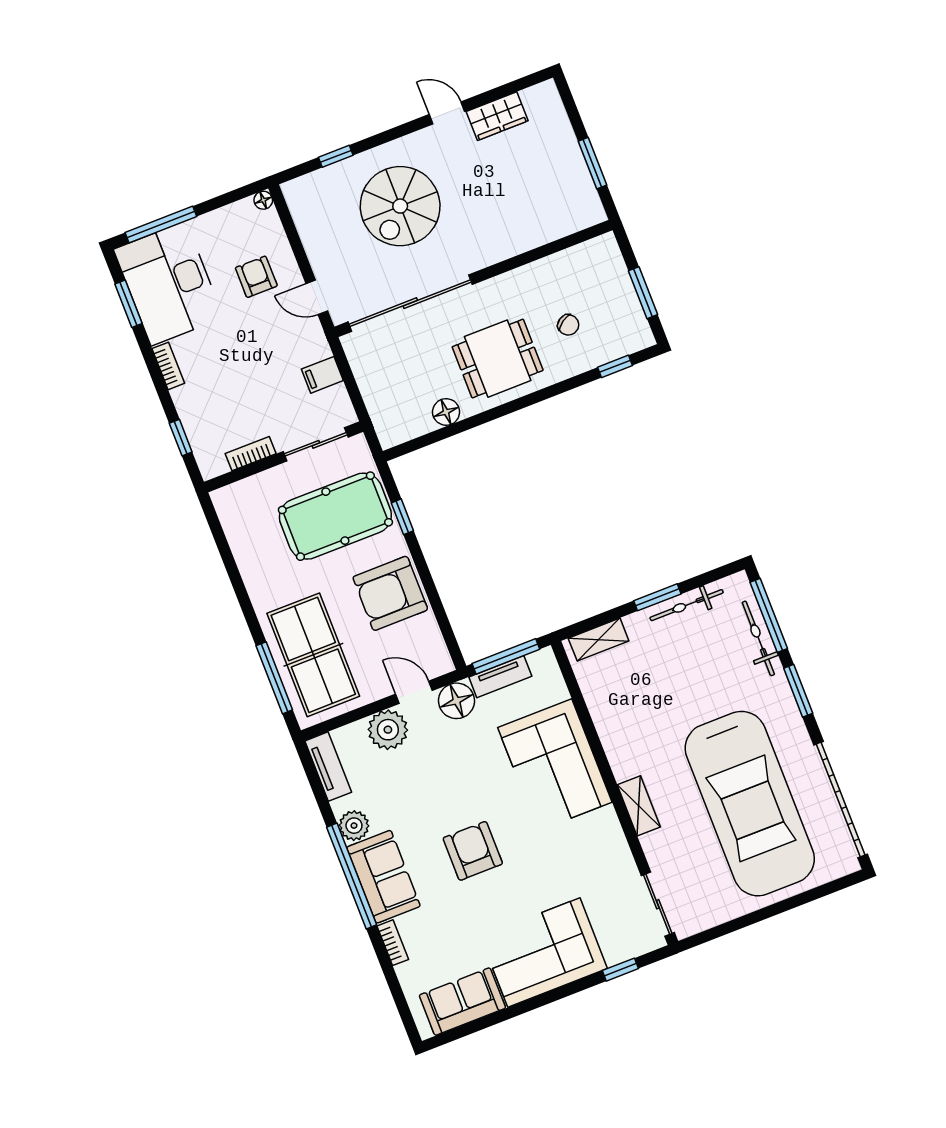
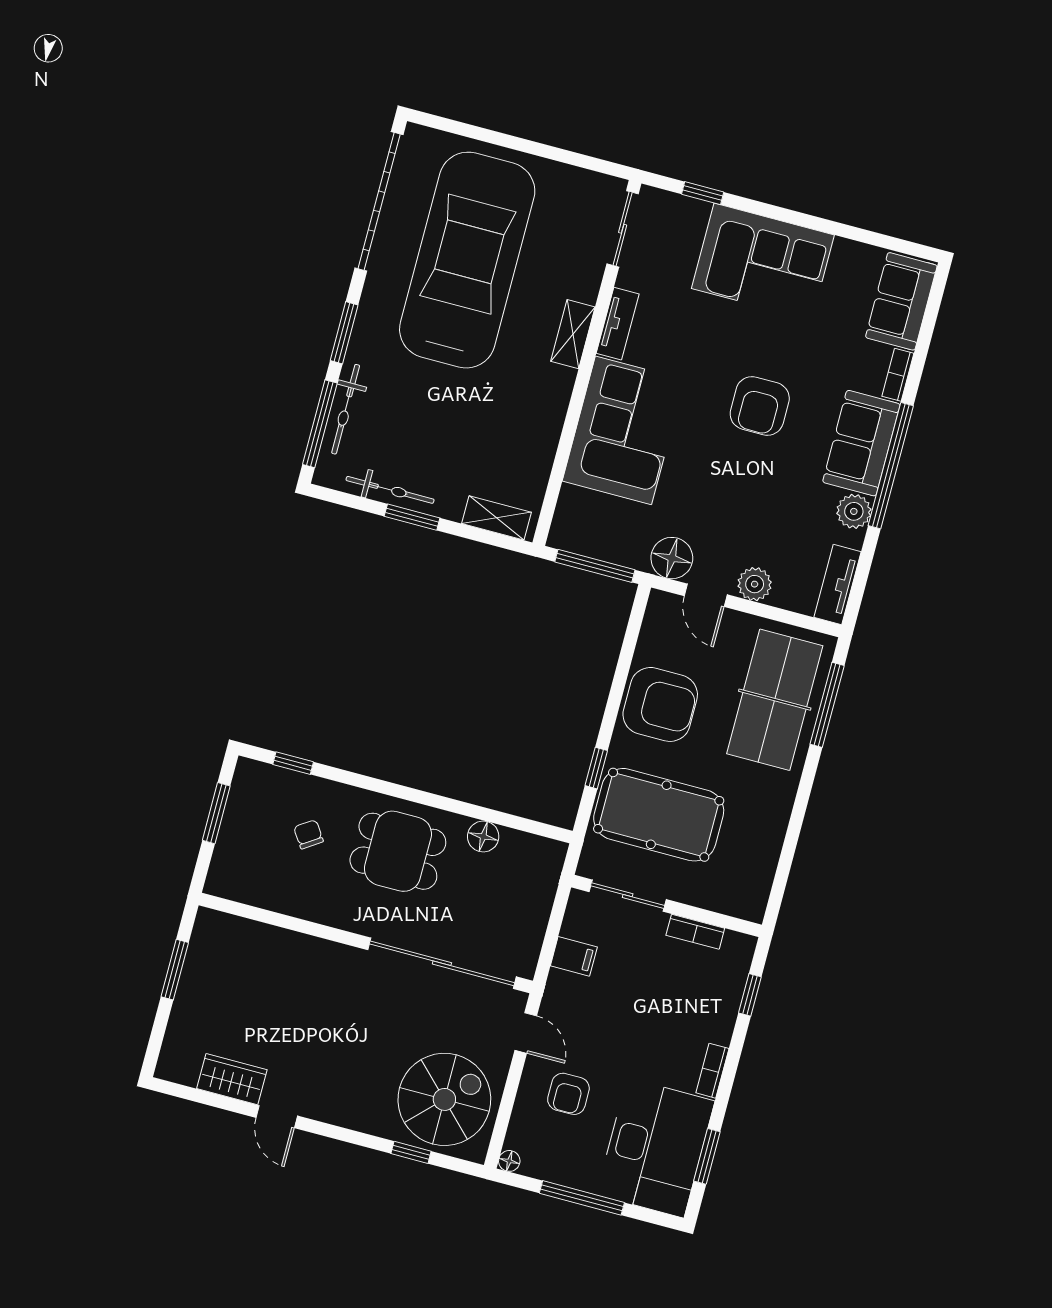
spiral stairs: (400, 206) -> (444, 1099), moved
window: (161, 224) -> (582, 1198), moved
tv unit: (500, 677) -> (618, 324), moved, turned 90
plant: (388, 730) -> (755, 584), width x0.73, depth x0.73
sofa: (462, 1002) -> (901, 301), moved, turned 90

